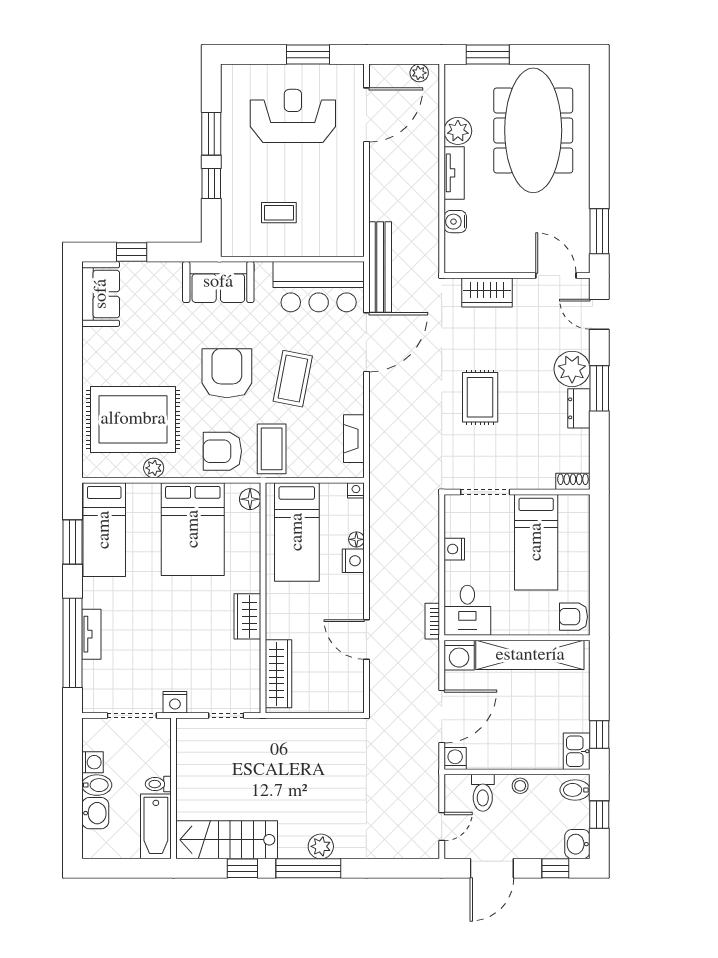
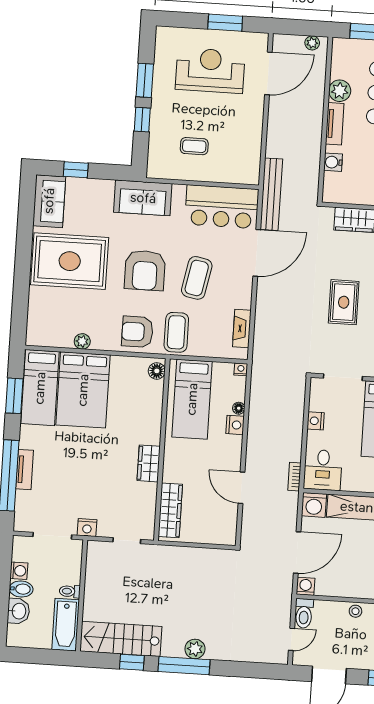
armchair: (227, 373) -> (145, 270), turned 180
rug: (133, 419) -> (70, 261), moved
bed: (193, 529) -> (83, 390), moved
toilet: (483, 793) -> (304, 613), moved

